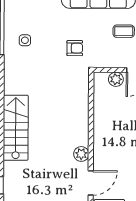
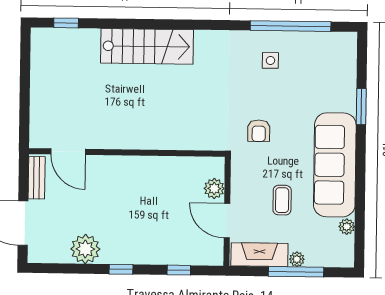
plant: (81, 154) -> (109, 139), removed

